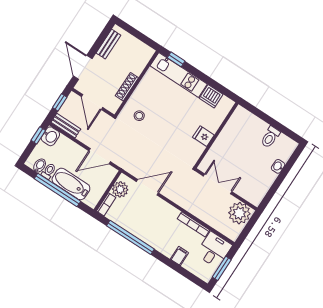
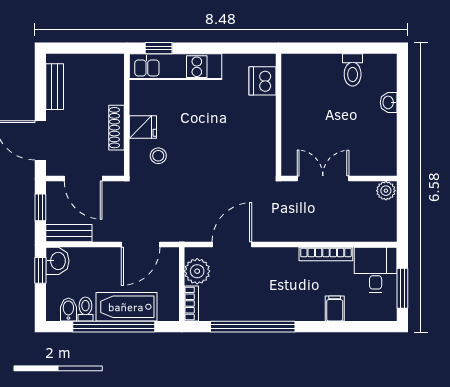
dishwasher: (211, 96) -> (263, 81), moved, turned 90
fridge: (203, 136) -> (143, 127), moved, turned 180
plant: (239, 213) -> (386, 191), width x0.53, depth x0.53

